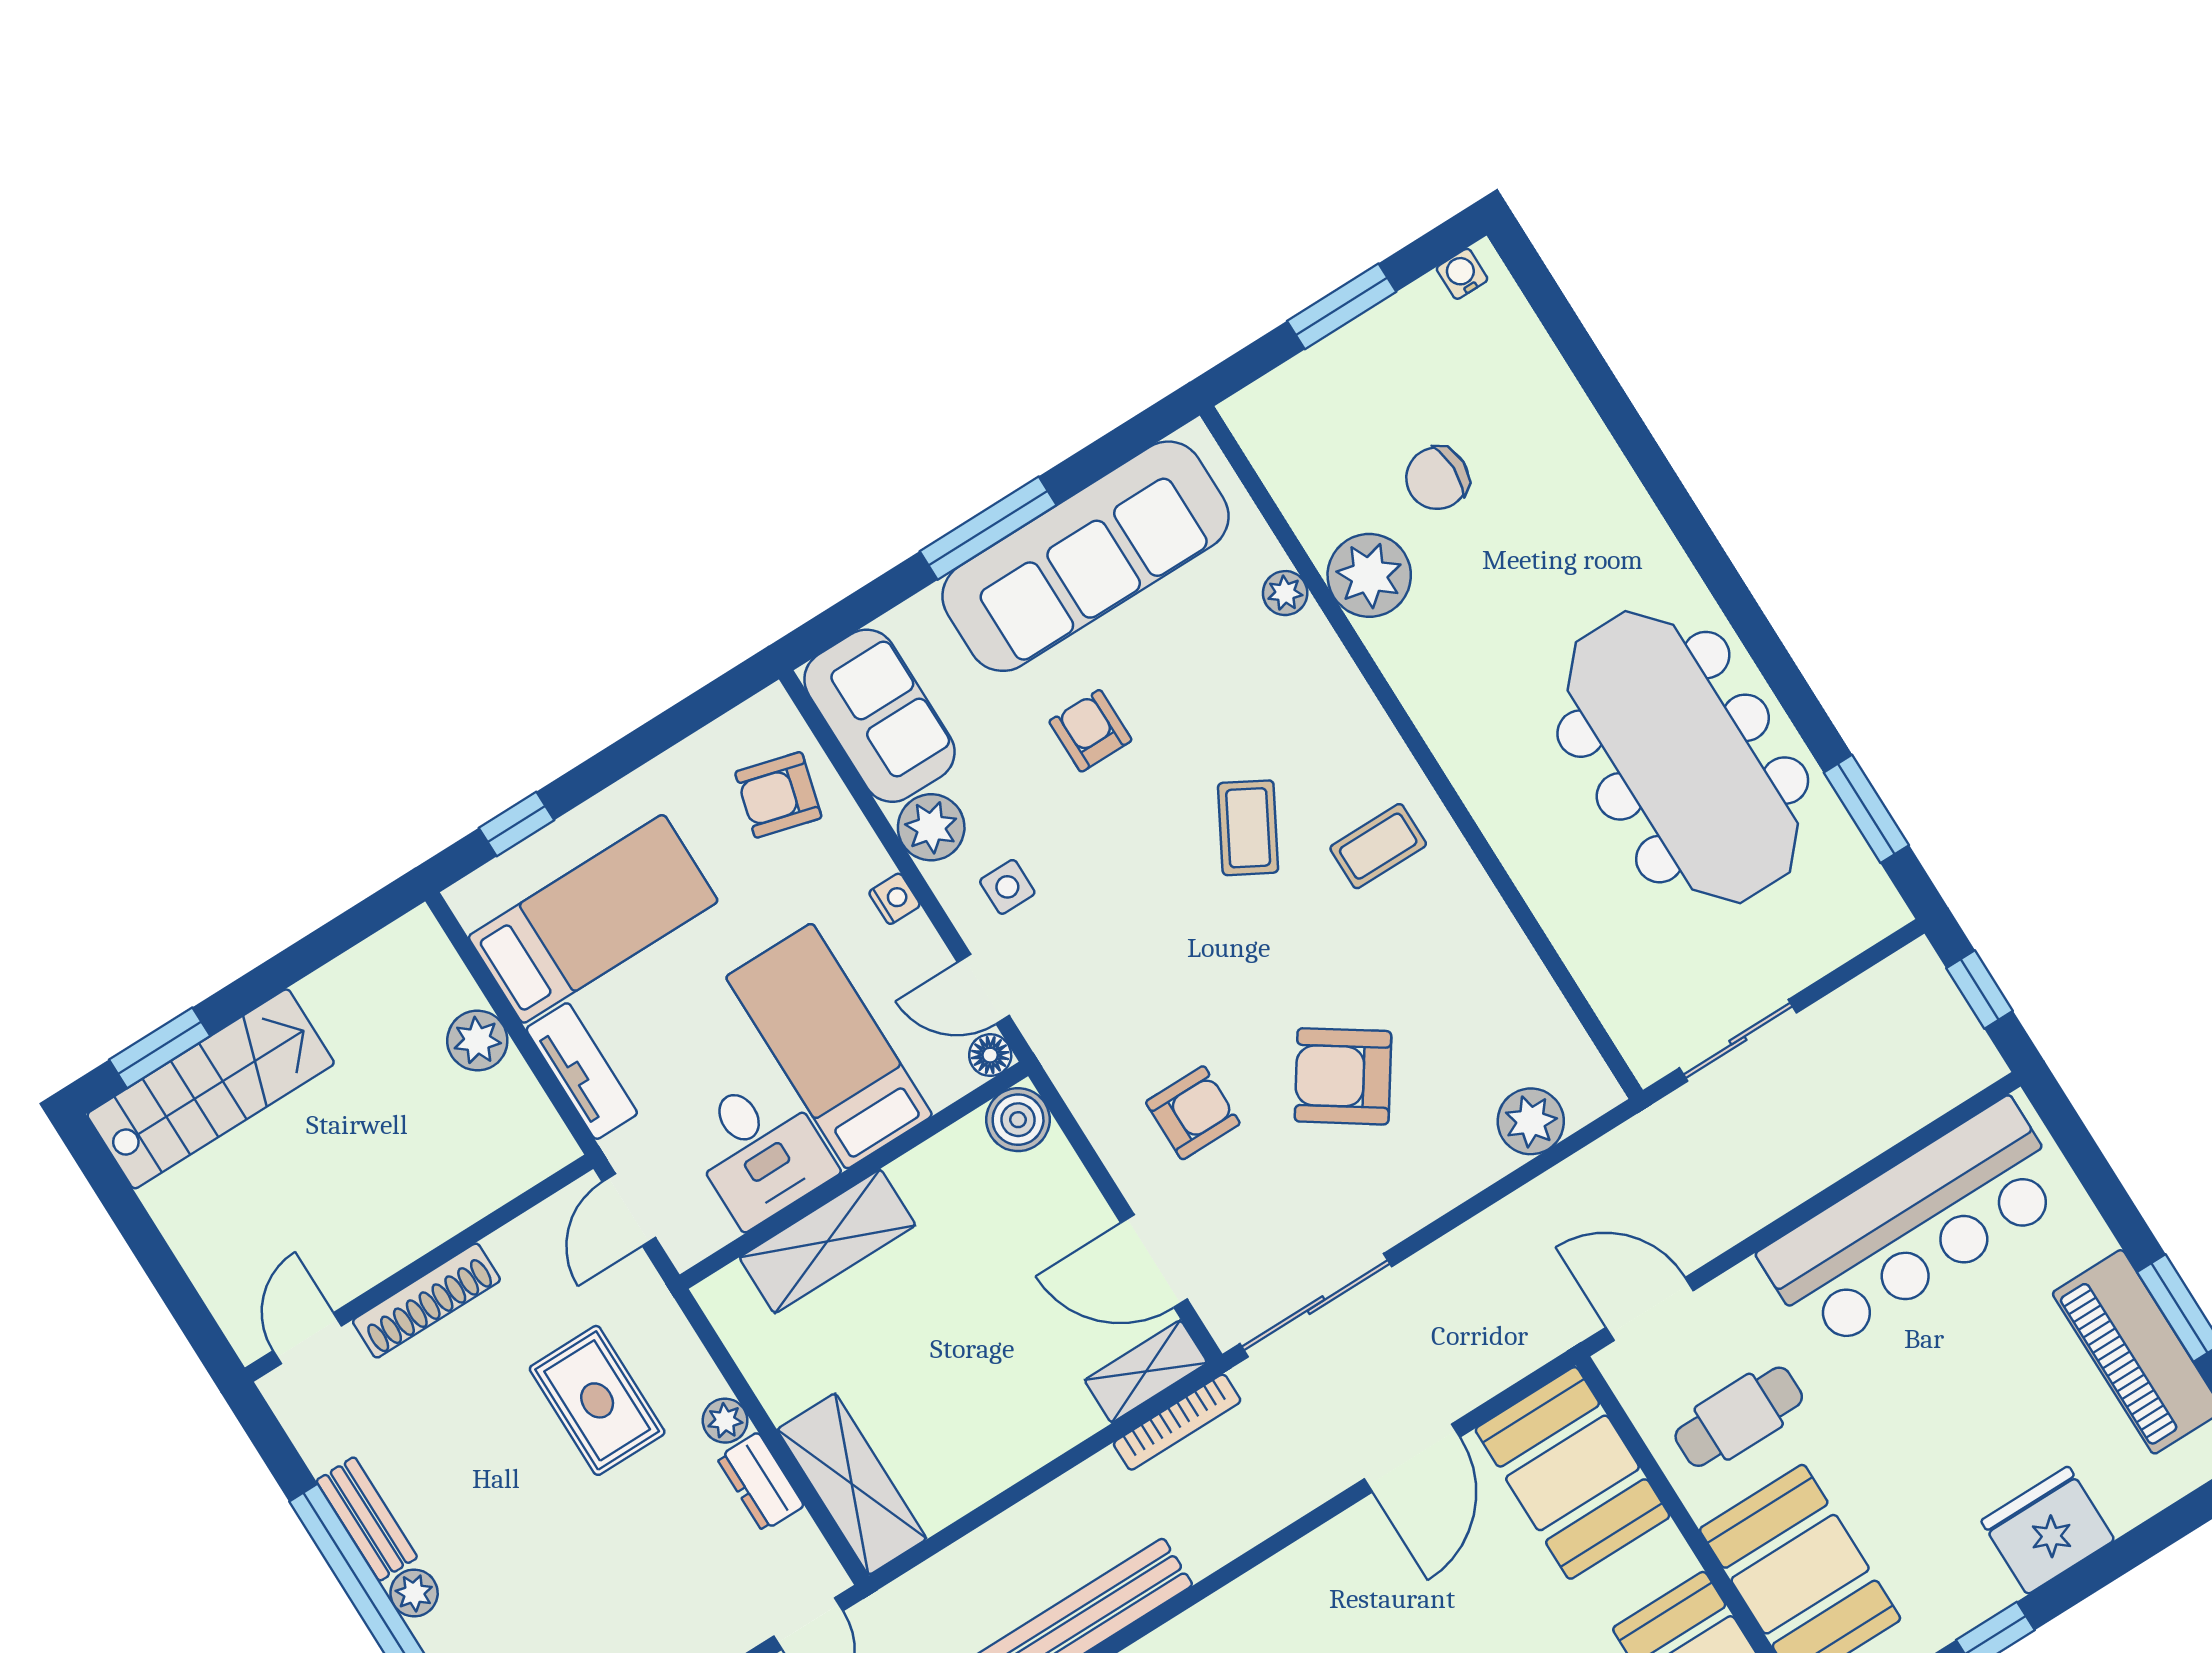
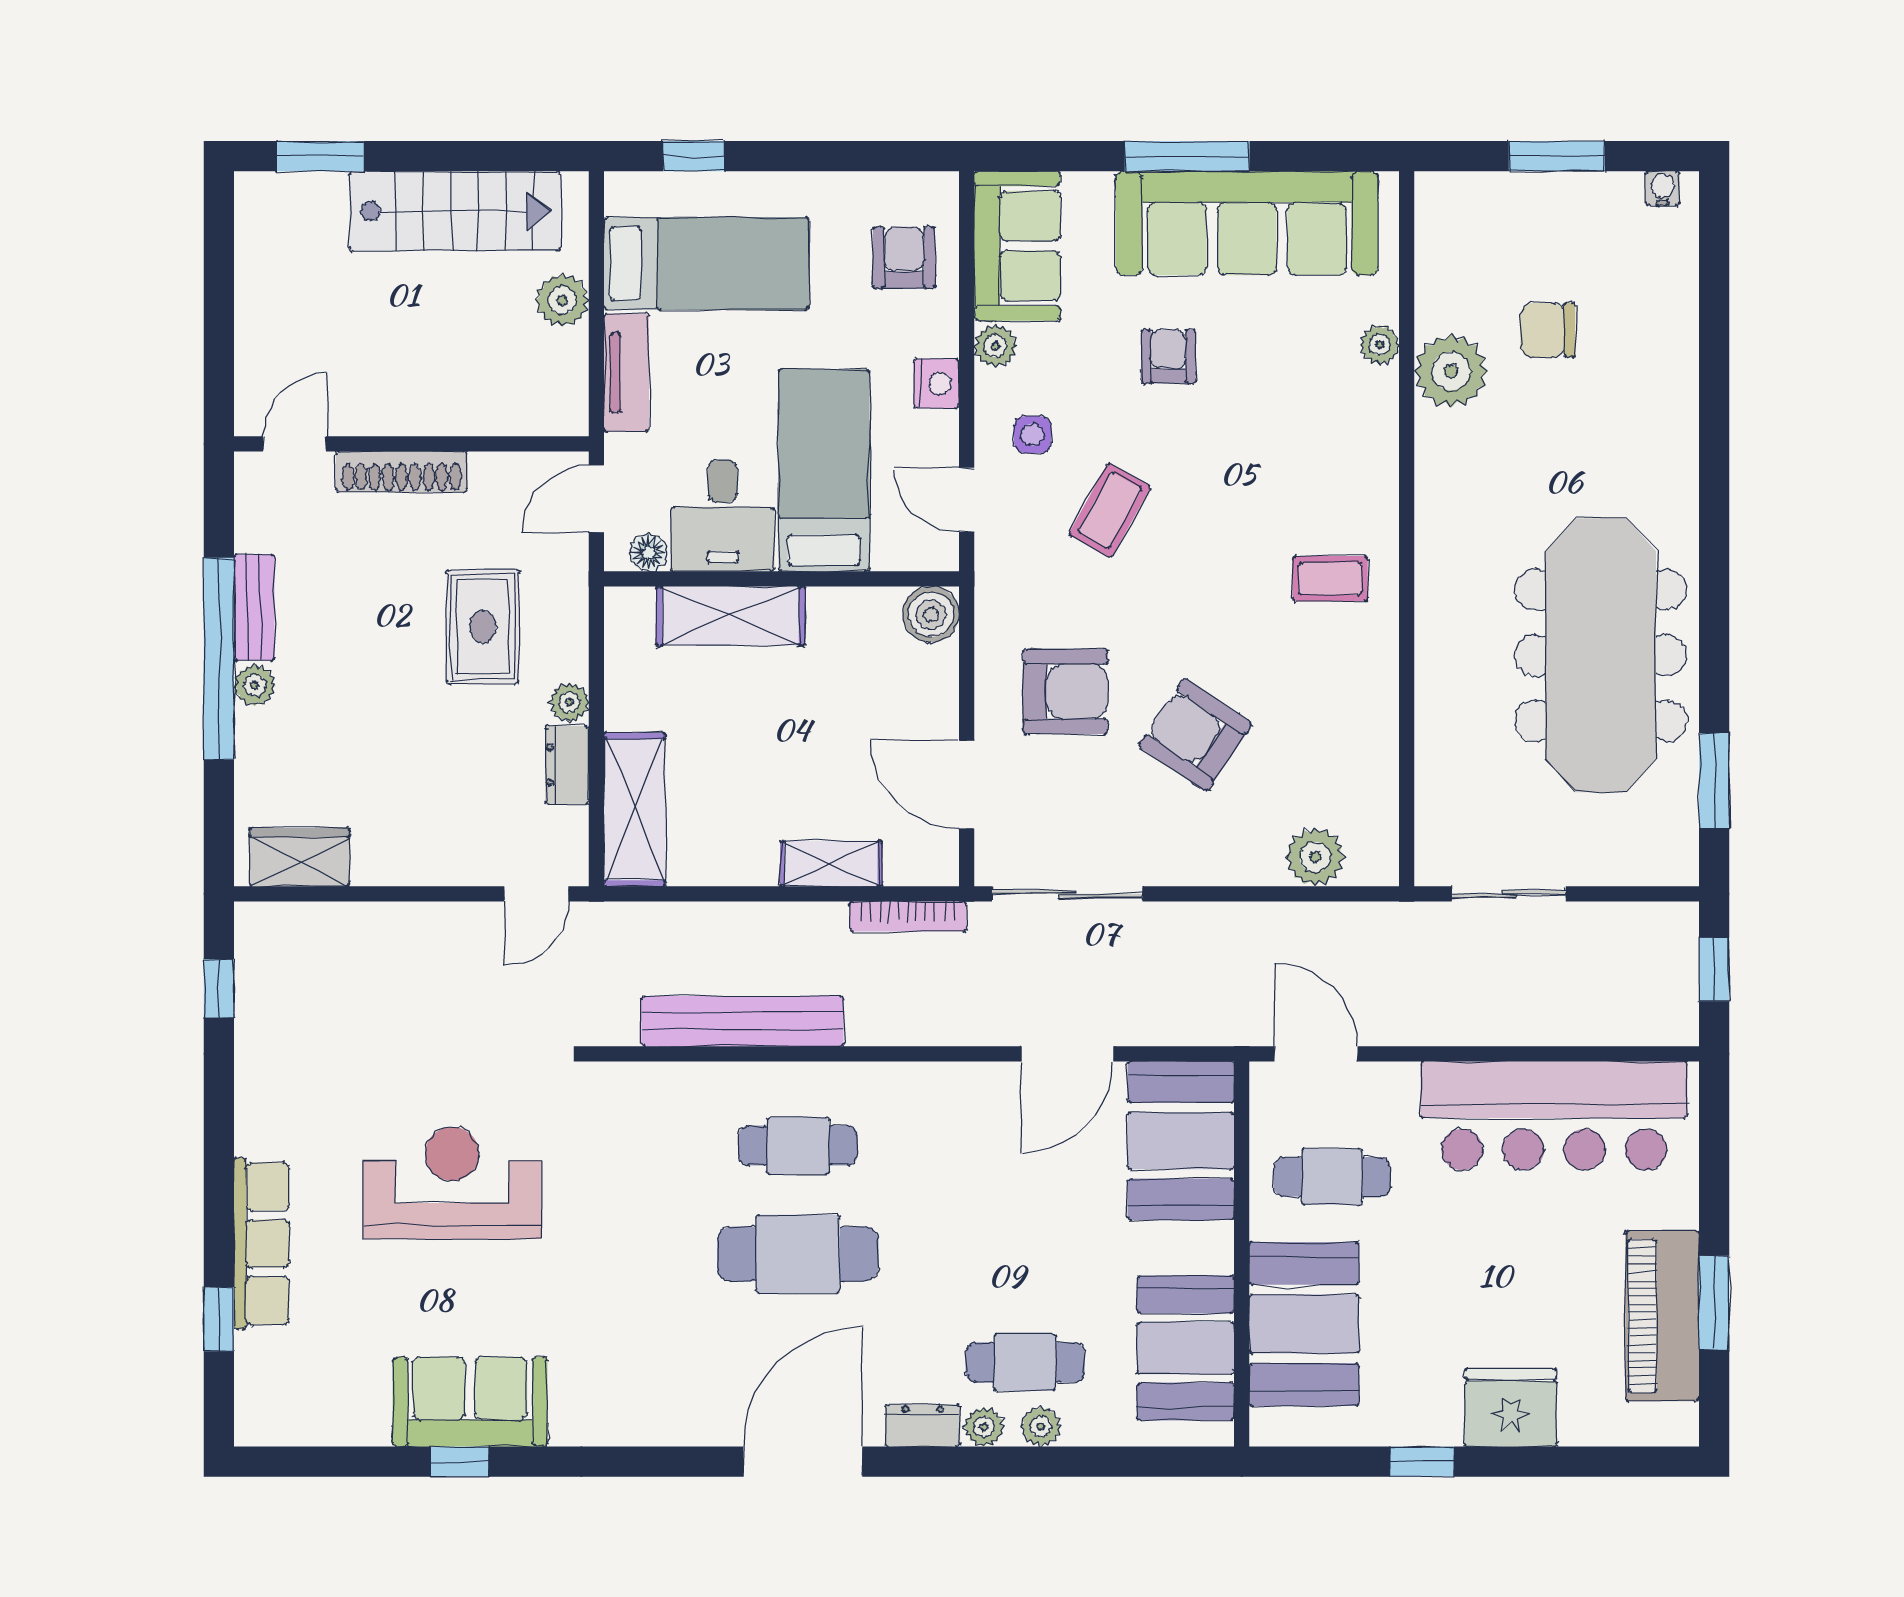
armchair: (778, 795) -> (904, 258), turned 75
plant: (931, 827) -> (995, 346), width x0.73, depth x0.73
coffee table: (1248, 828) -> (1110, 510), moved
nightstand: (894, 899) -> (936, 383), width x1.39, depth x1.35
floor lamp: (990, 1055) -> (649, 553), moved
stairs: (211, 1089) -> (455, 211), moved
armchair: (1193, 1113) -> (1065, 691), width x1.38, depth x1.38
shelving: (1146, 1371) -> (831, 864), moved

